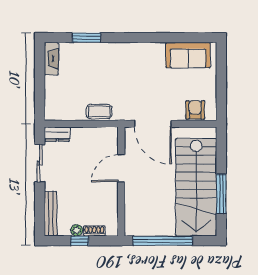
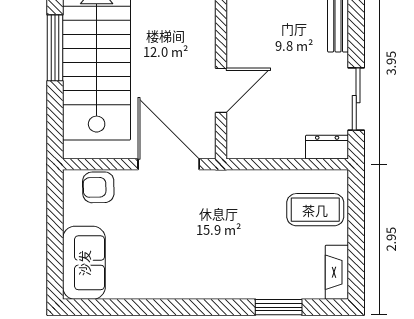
sofa: (188, 55) -> (84, 263), moved, turned 90
armchair: (195, 110) -> (98, 187), turned 89
coffee table: (99, 112) -> (315, 210), moved, width x1.36, depth x1.30

